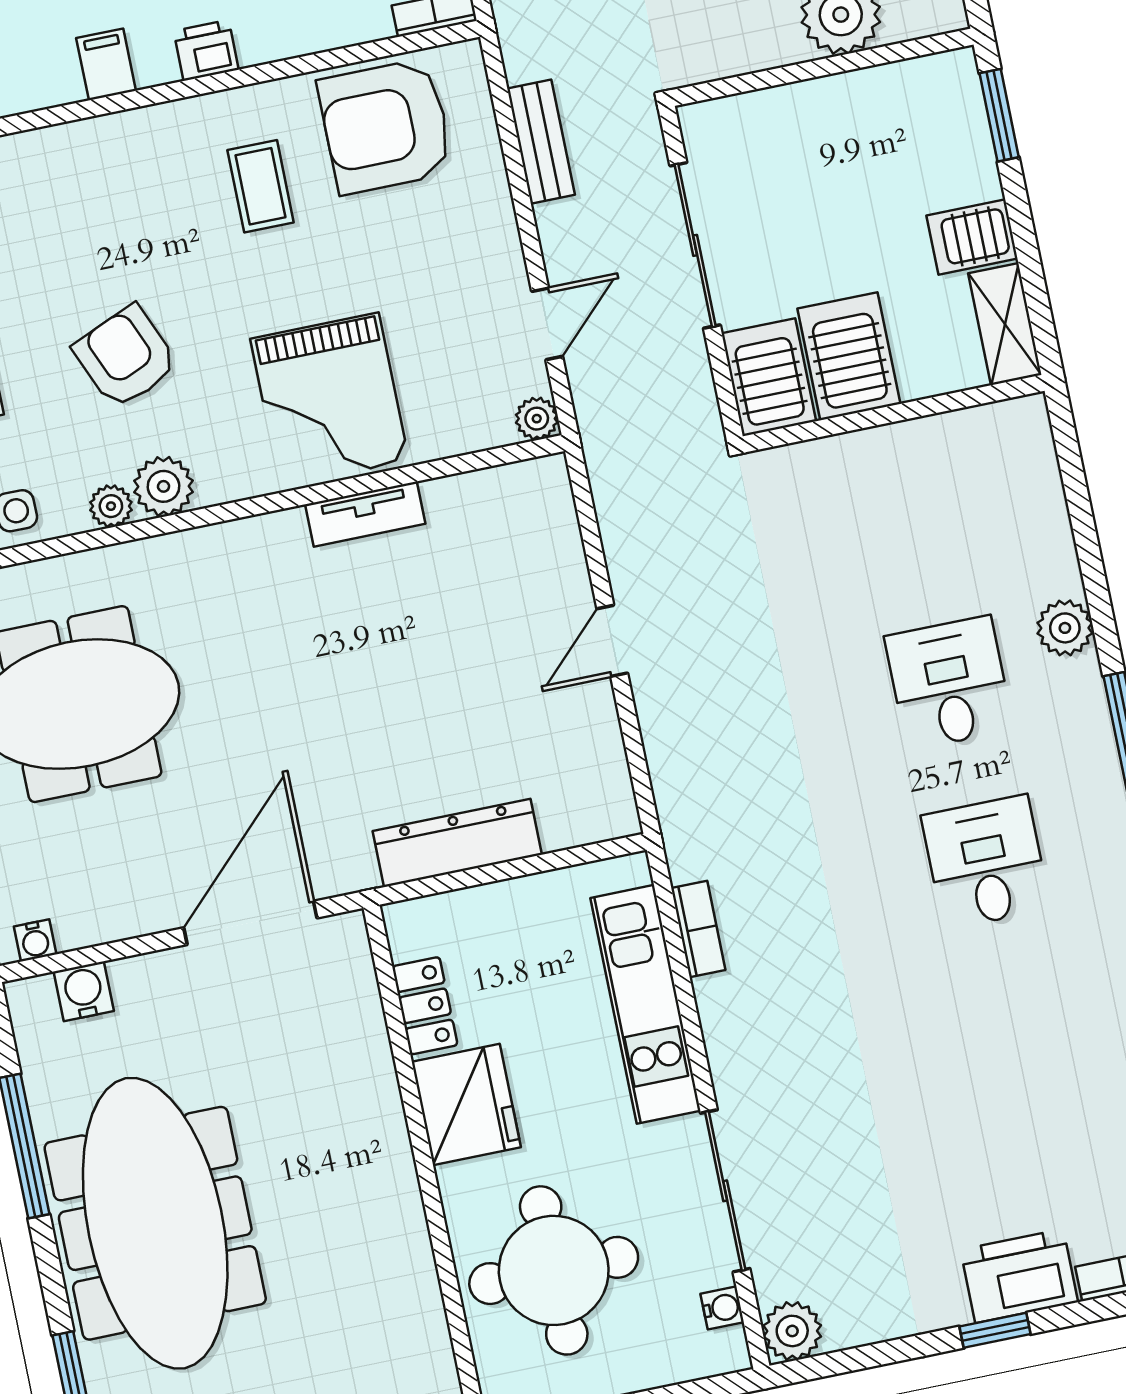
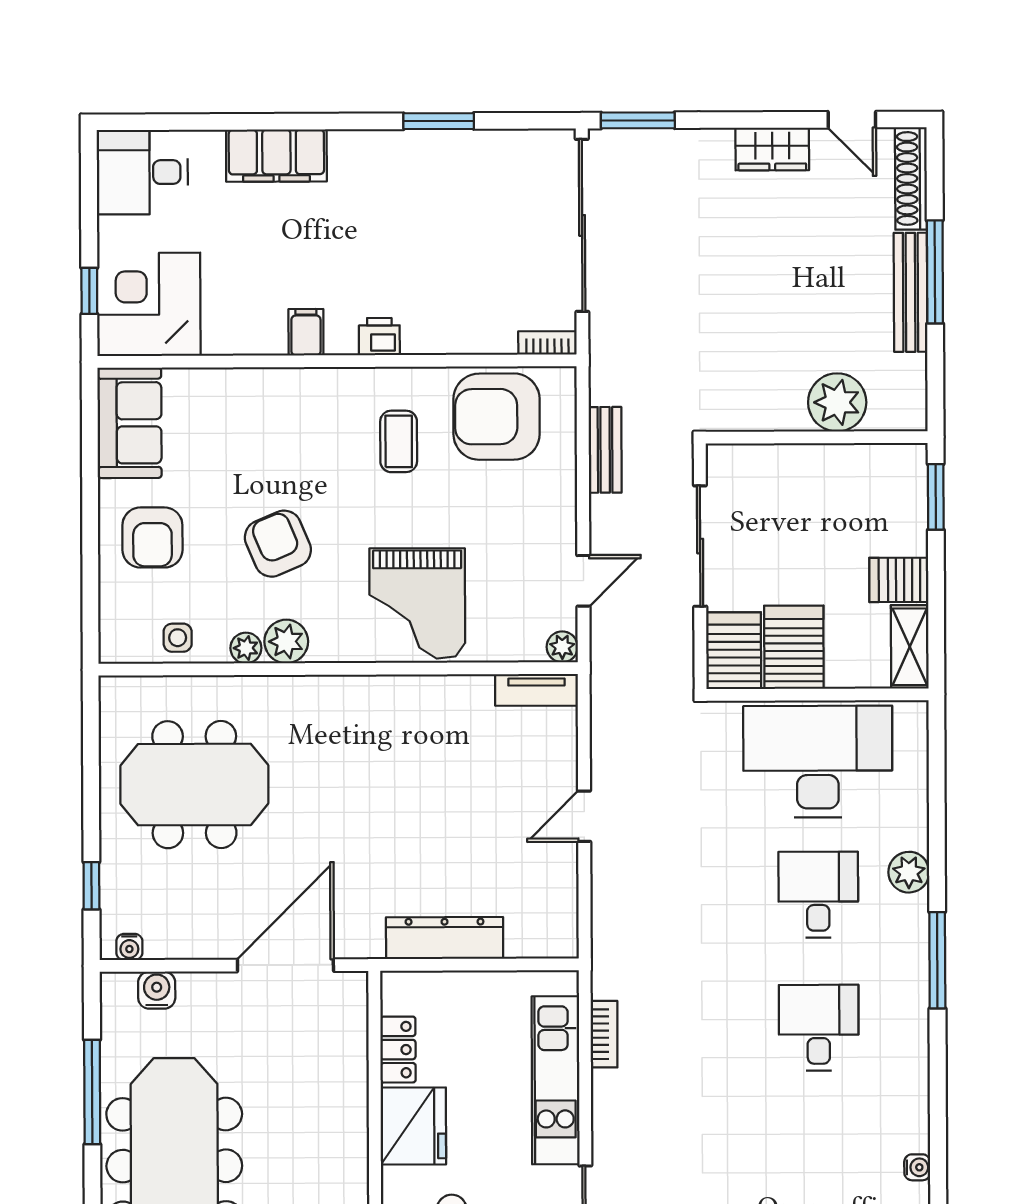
desk: (912, 504) -> (818, 762), added
tv unit: (365, 514) -> (536, 690), moved

